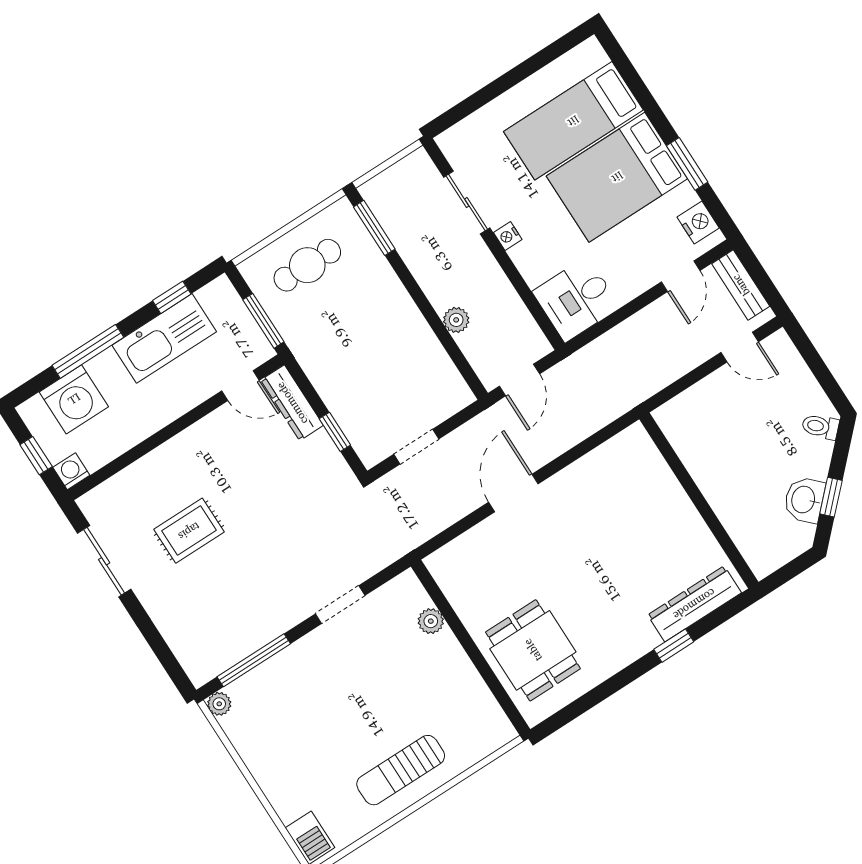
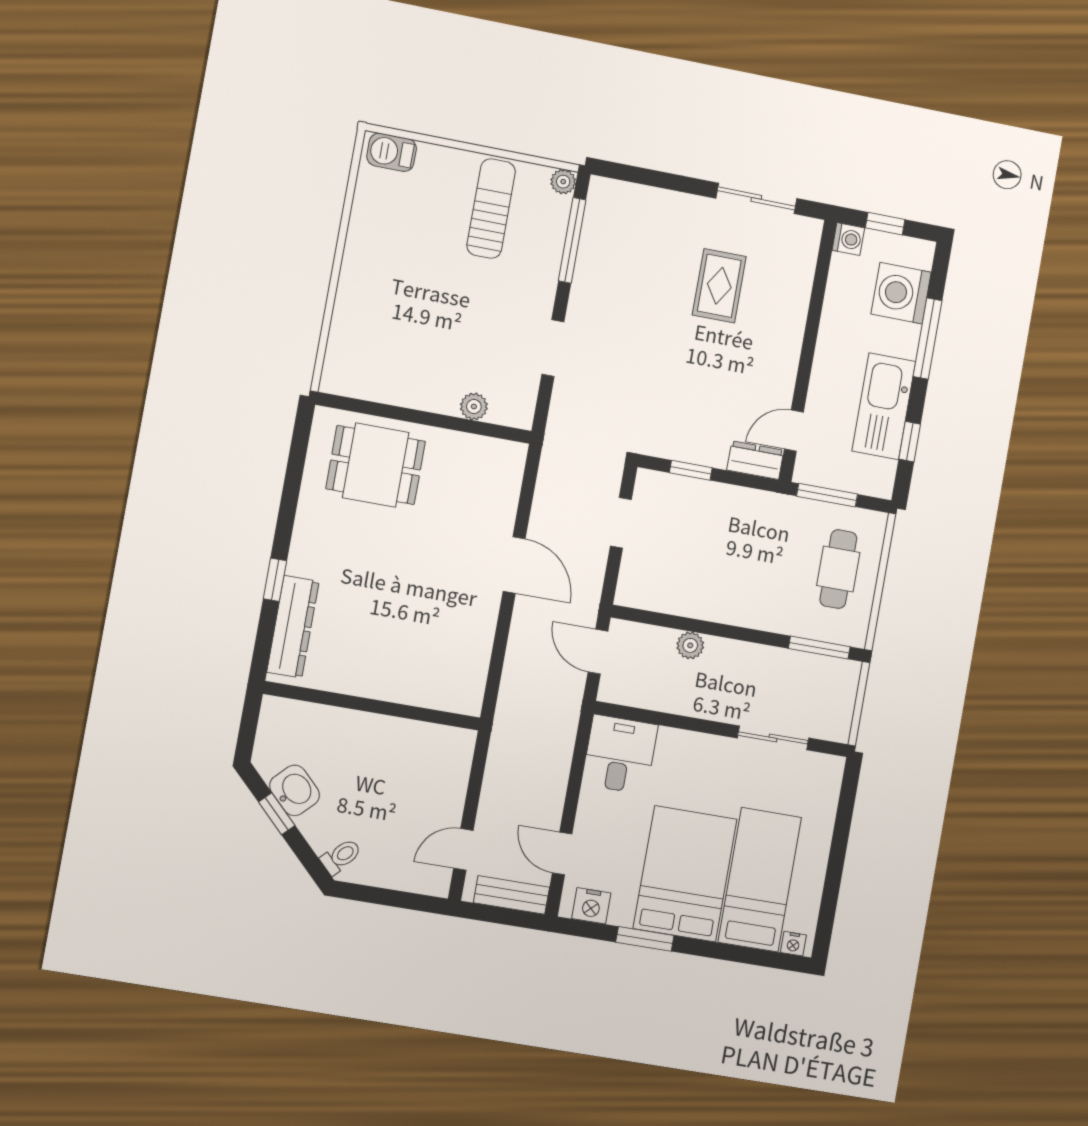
nightstand: (508, 236) -> (793, 944), moved, turned 180
dresser: (292, 403) -> (755, 460), width x0.70
sun lounger: (401, 770) -> (491, 209), moved

